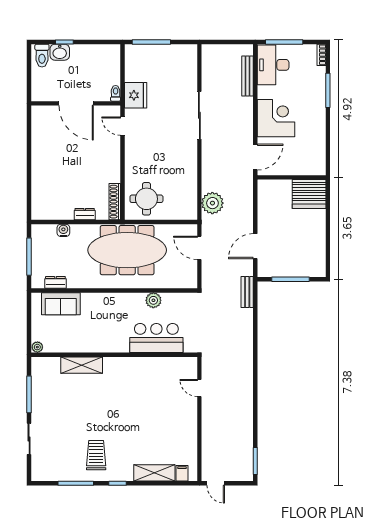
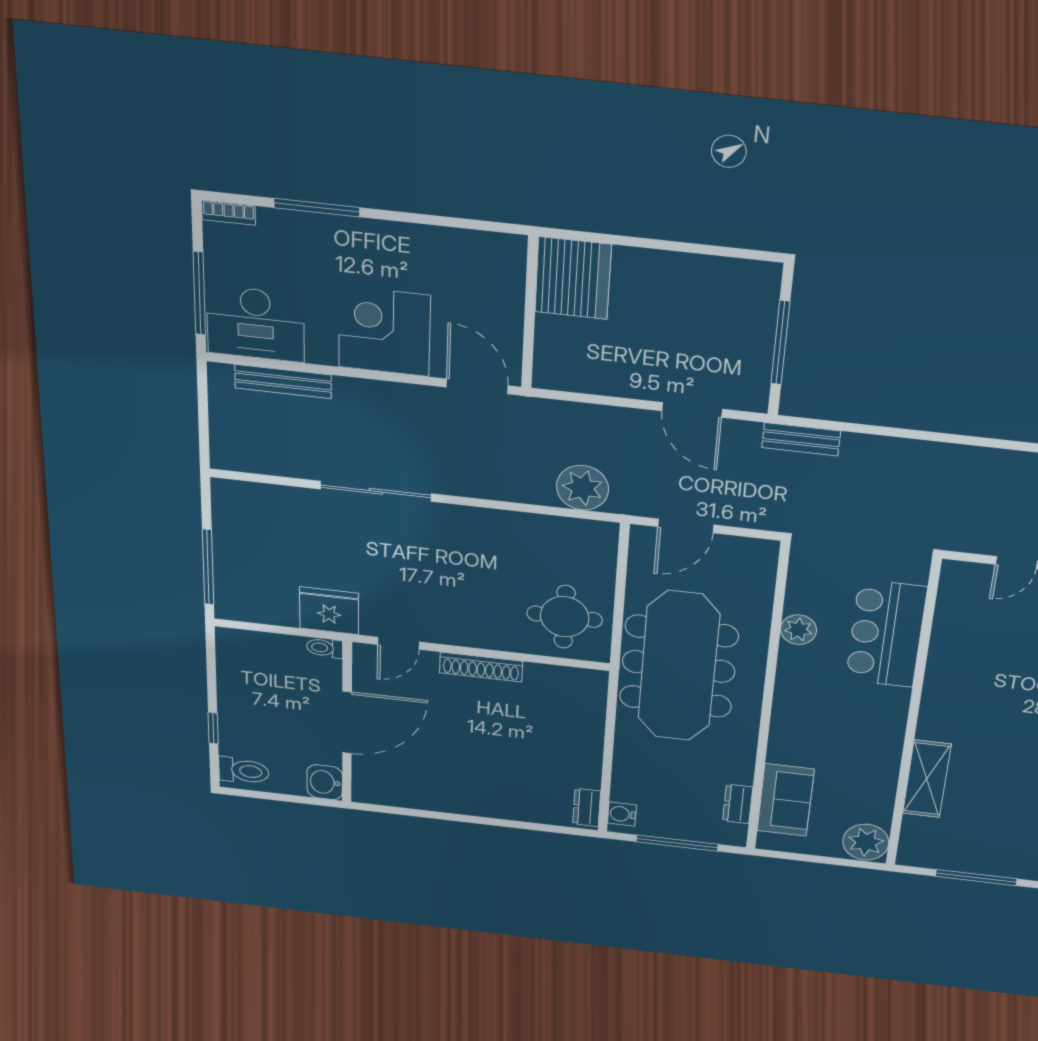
washbasin: (60, 52) -> (325, 782), moved, turned 180
shoe rack: (115, 202) -> (481, 667), moved
dresser: (85, 214) -> (587, 808), moved
water cooler: (63, 230) -> (622, 814), moved
plant: (37, 347) -> (866, 842), width x1.87, depth x1.87

